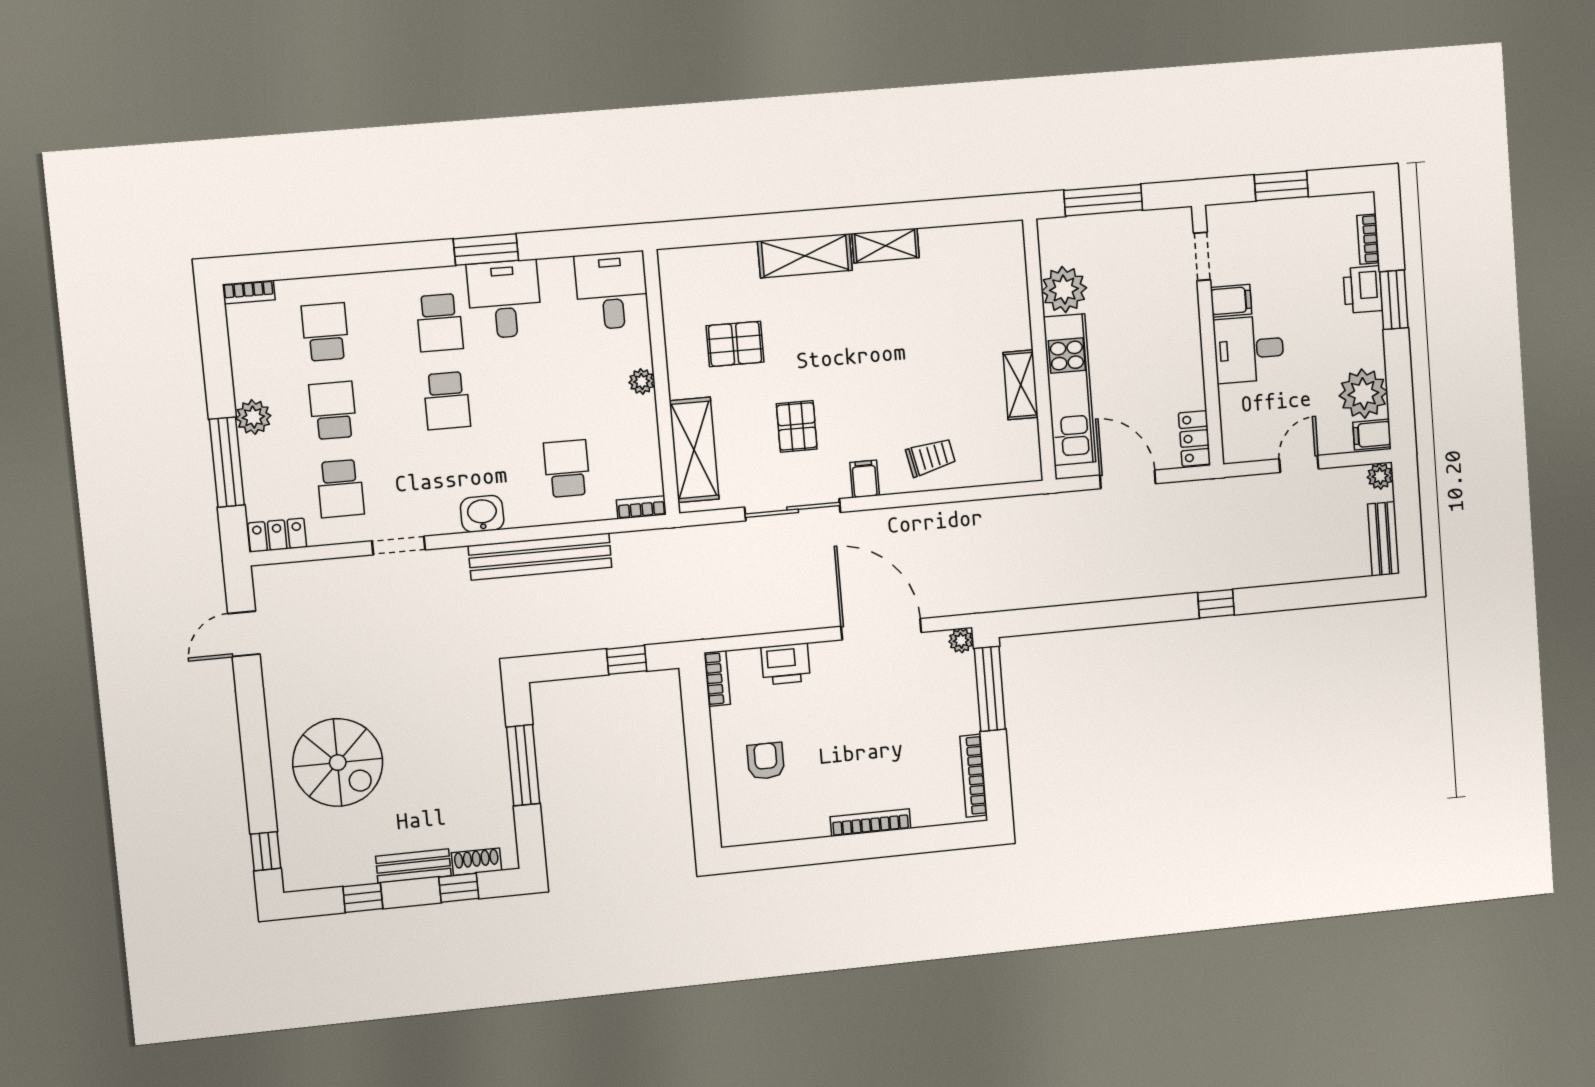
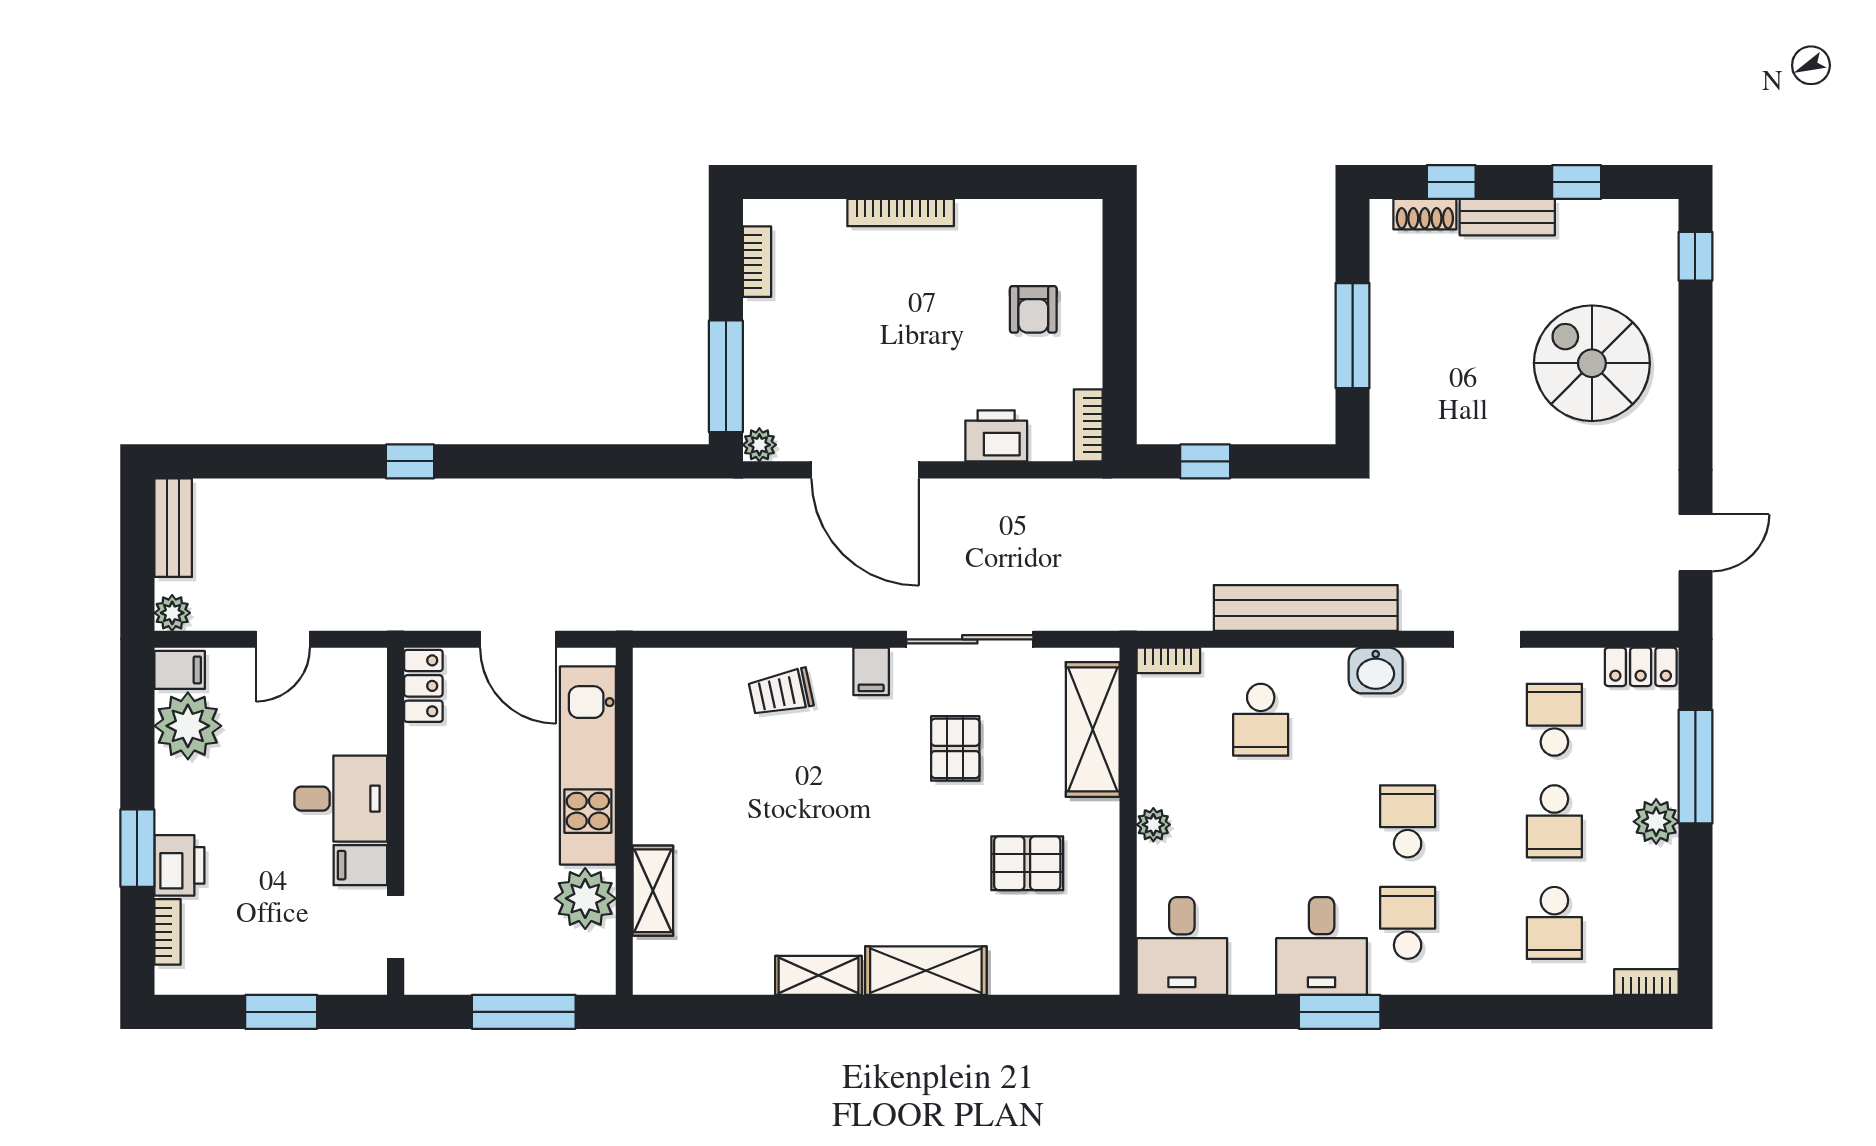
shelving: (1021, 385) -> (653, 891), moved
bookcase: (974, 776) -> (757, 262), width x0.64

